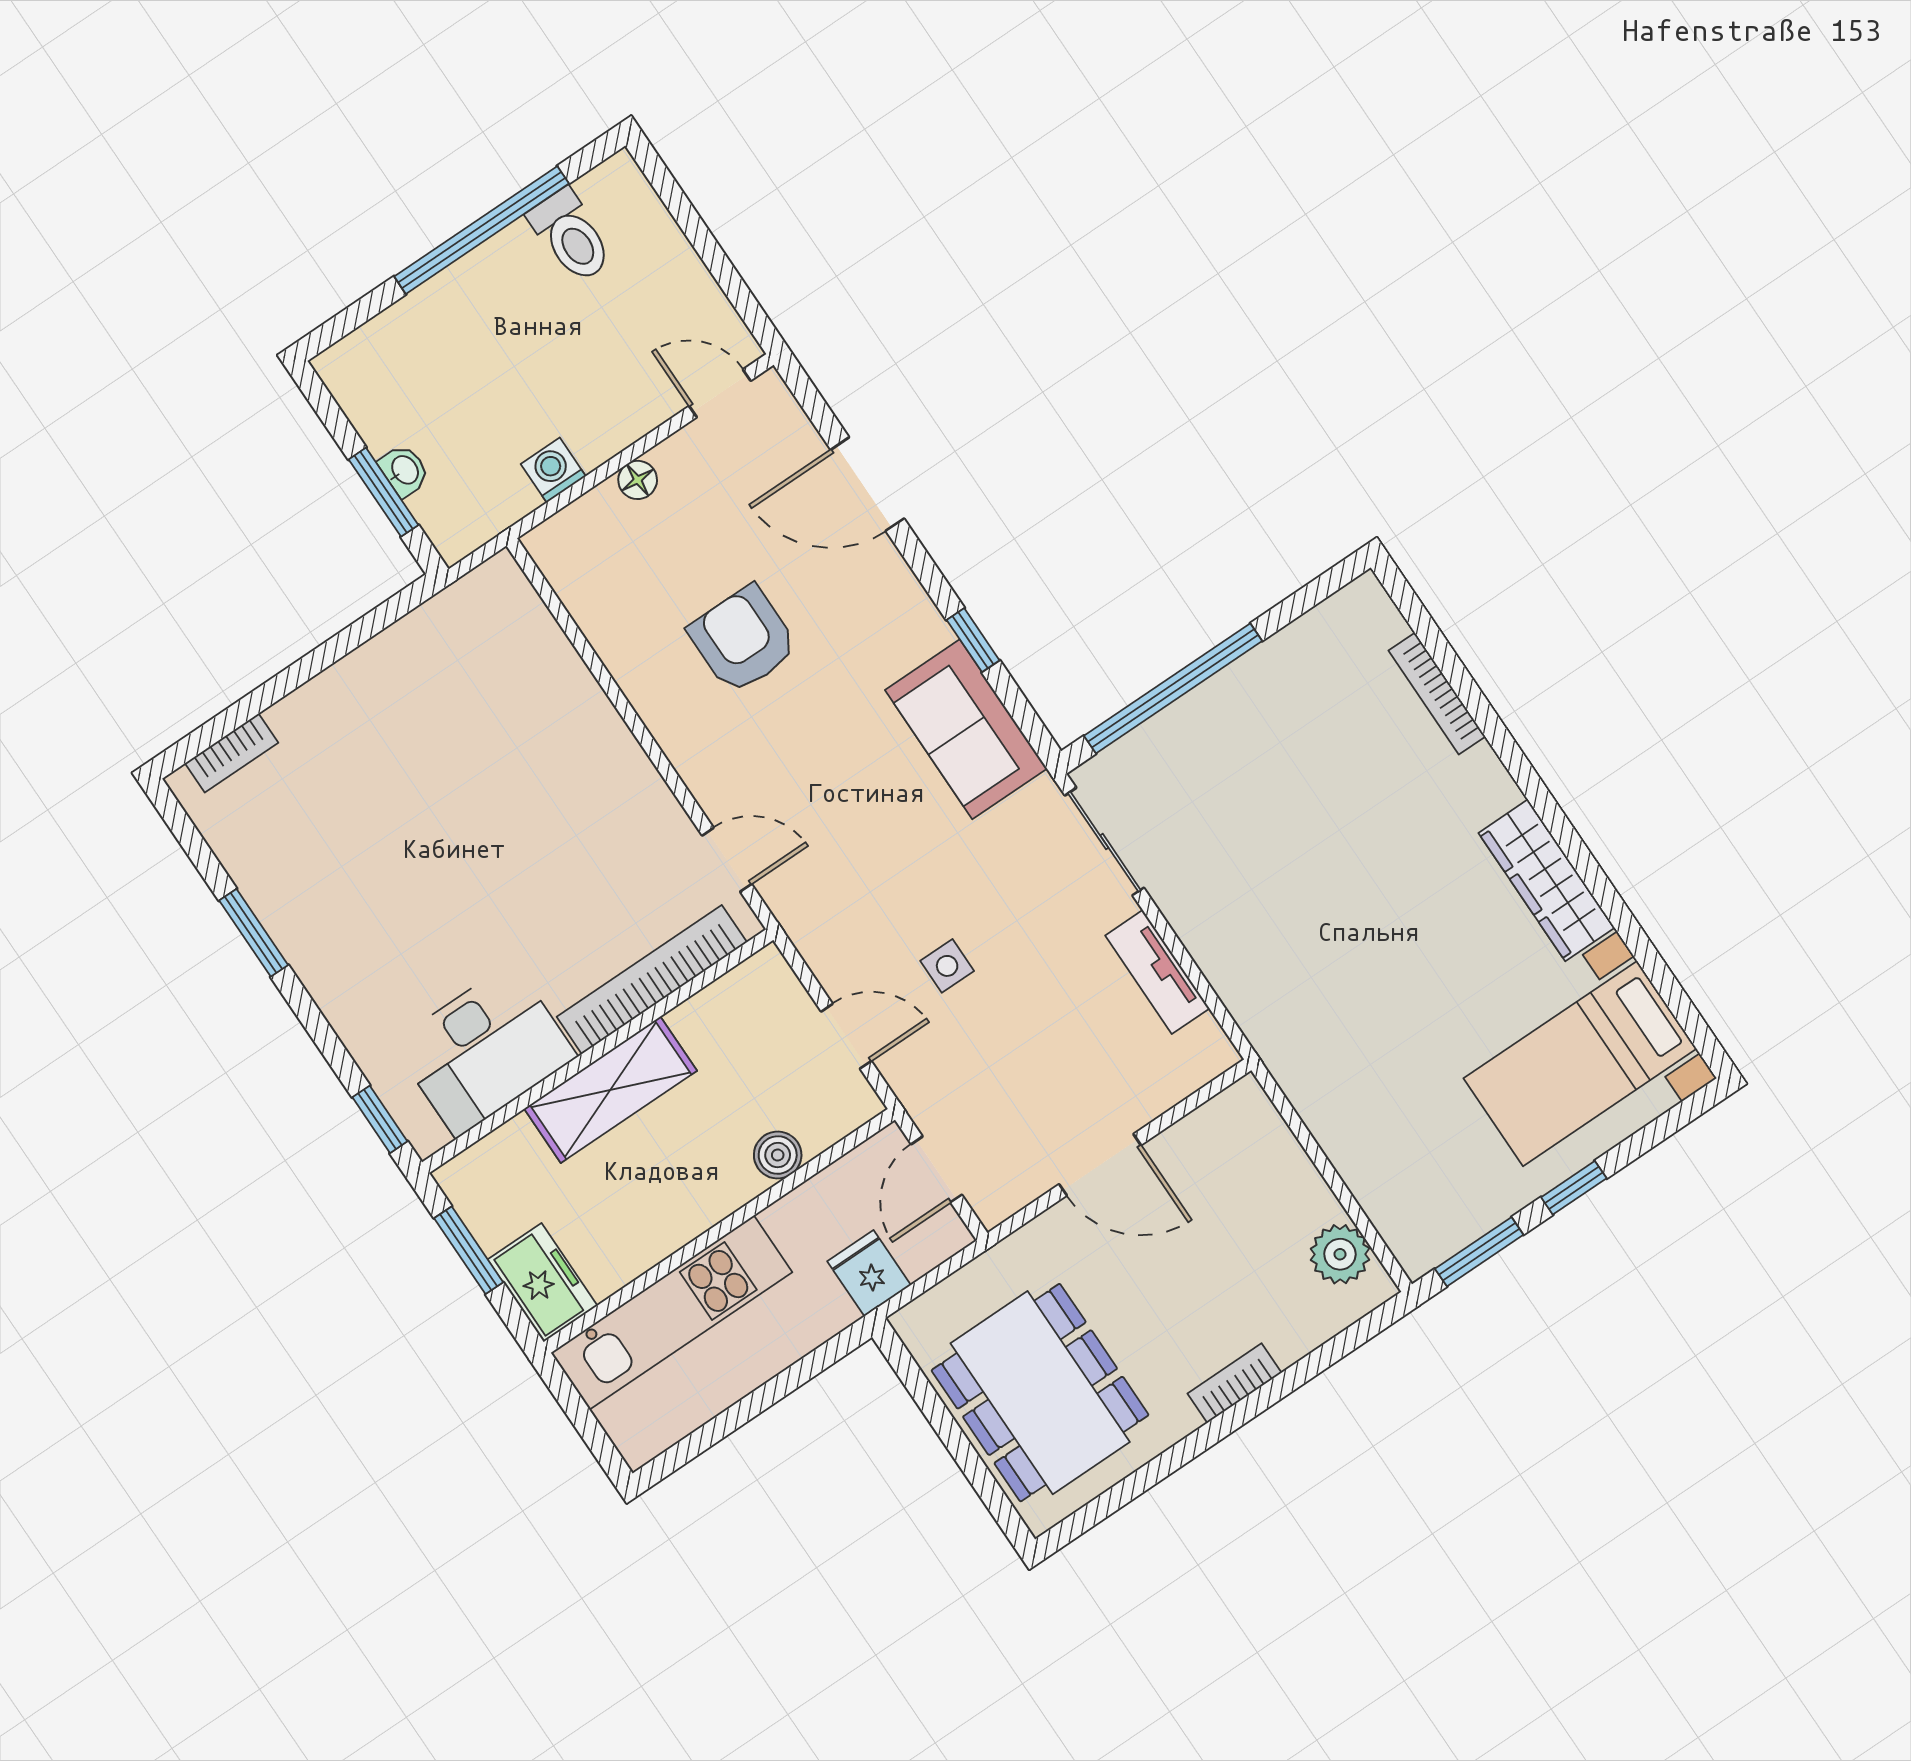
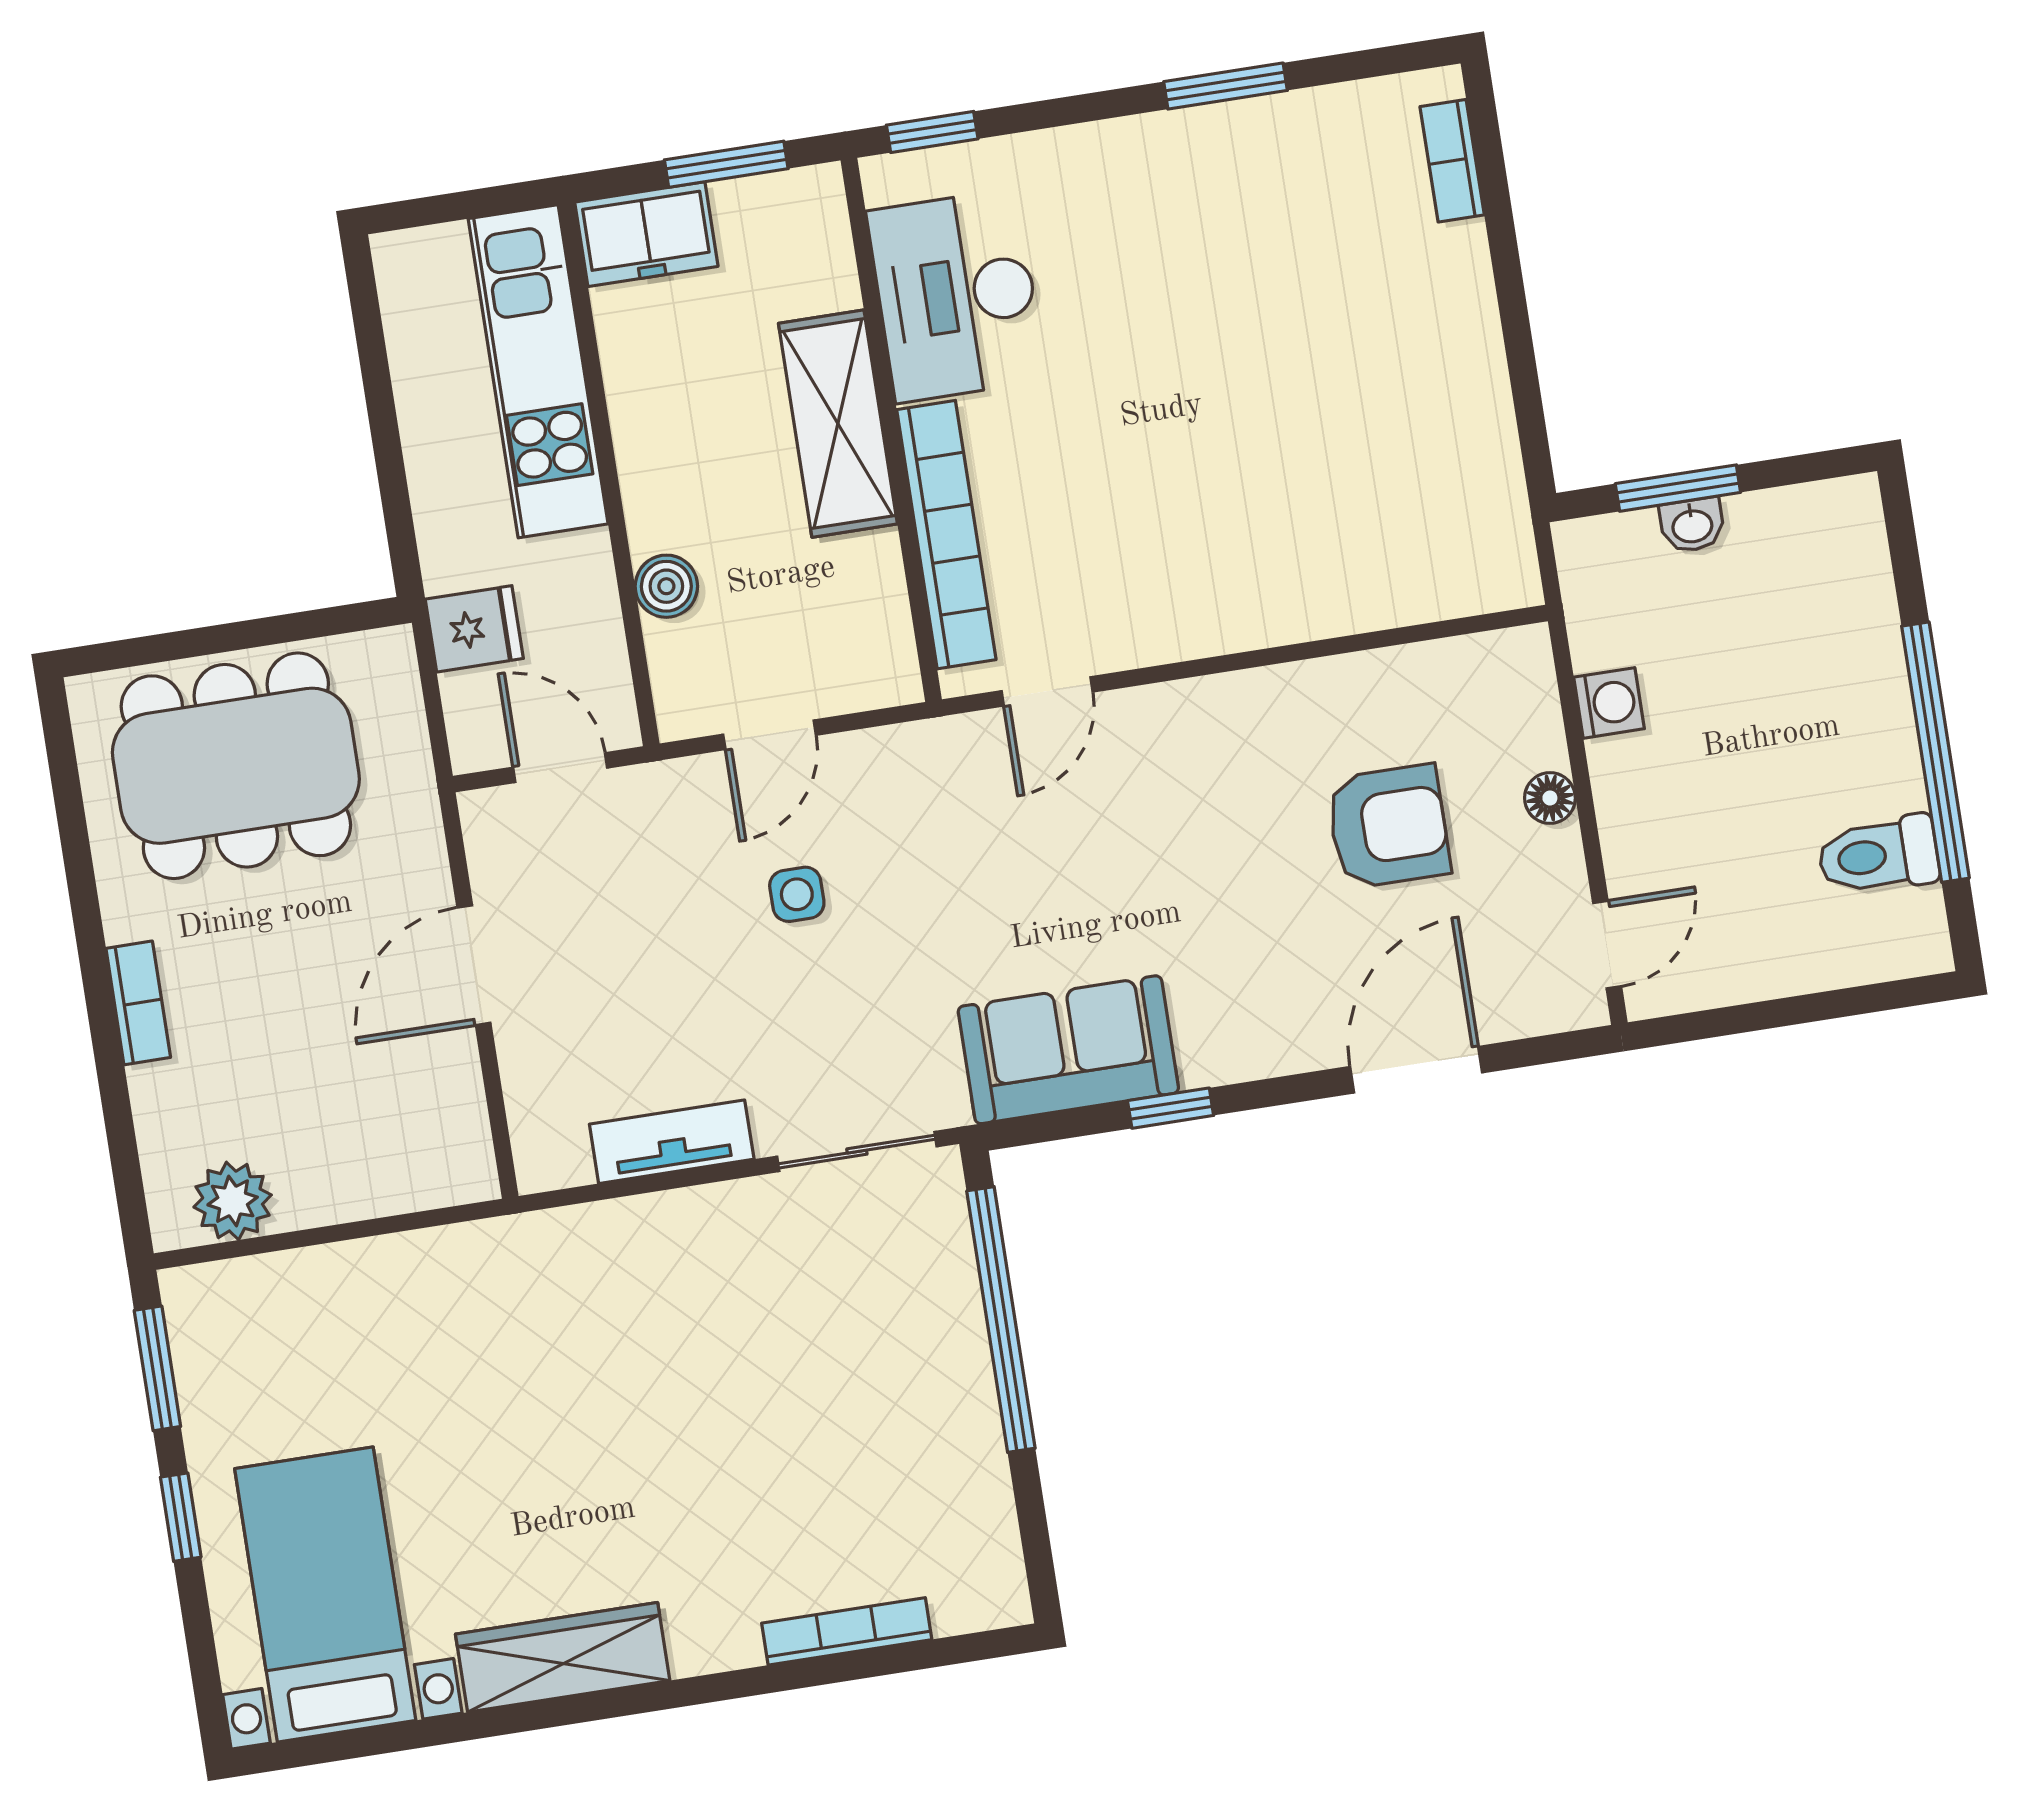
armchair: (743, 640) -> (1388, 826), moved

